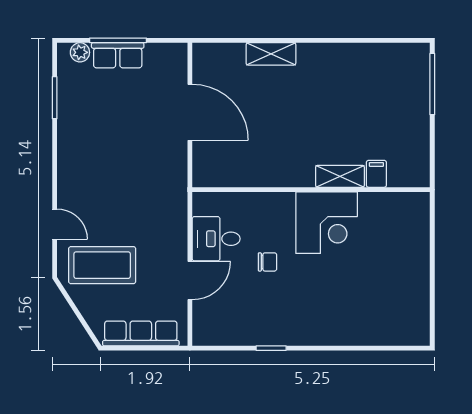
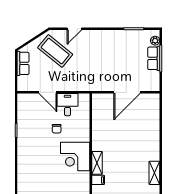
shelving: (271, 54) -> (154, 173), moved
coffee table: (102, 265) -> (55, 51), turned -51
row of seats: (141, 333) -> (23, 63), width x0.68

